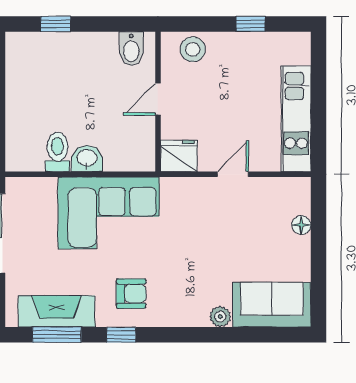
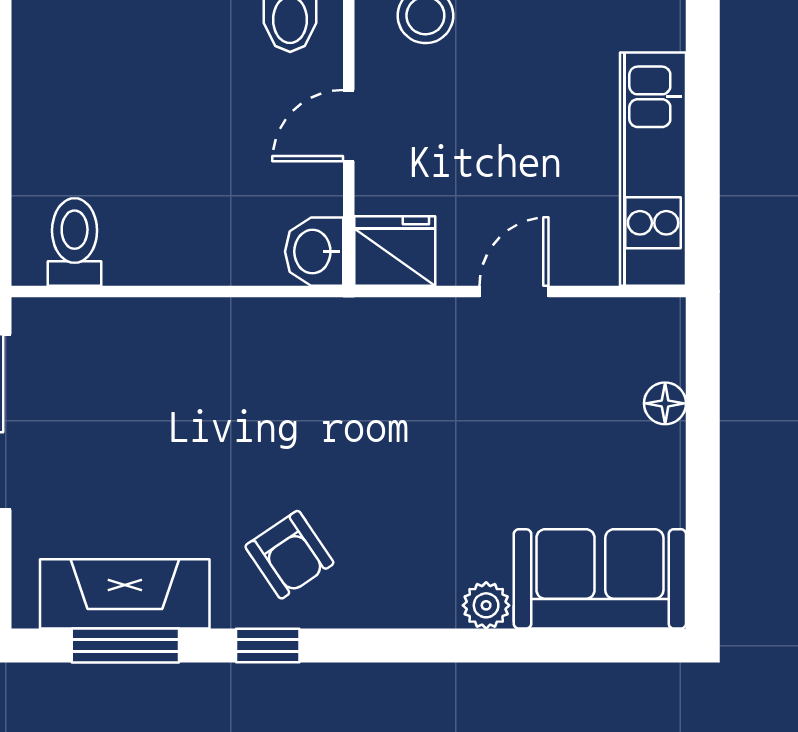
toilet: (57, 152) -> (75, 242), moved
washbasin: (87, 159) -> (314, 252), moved, turned -90
corner sofa: (109, 213) -> (240, 377), removed
armchair: (131, 294) -> (289, 555), turned 56

